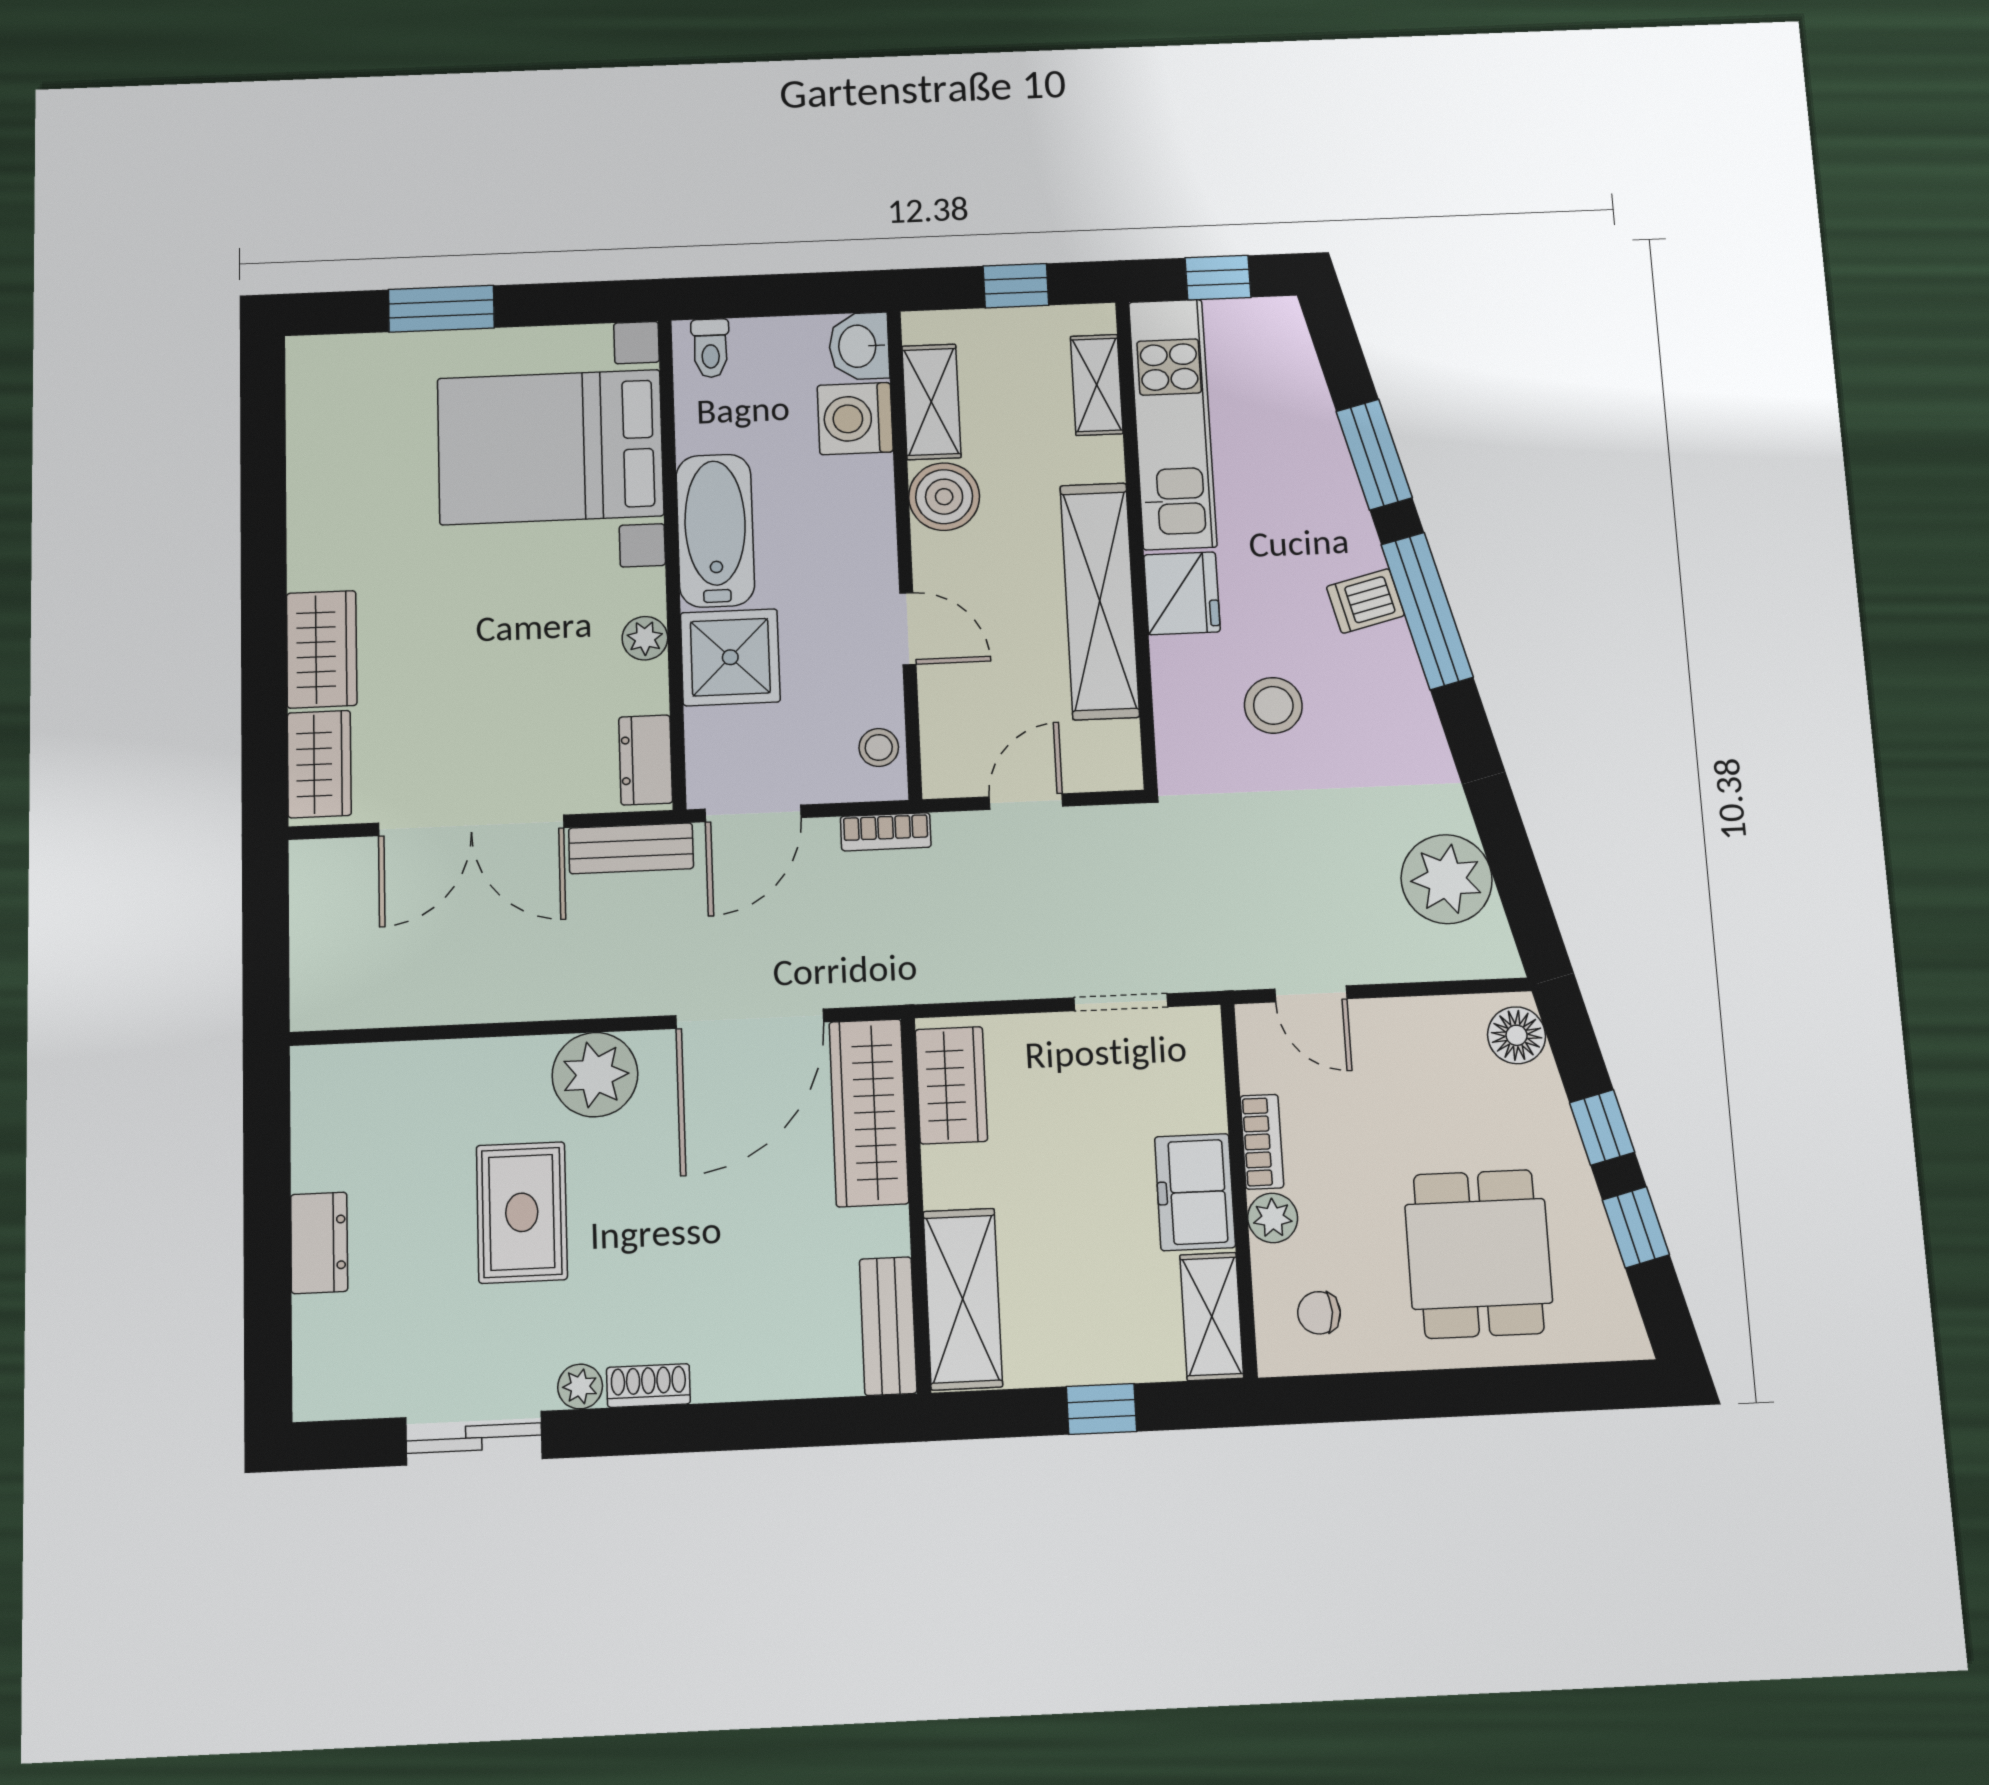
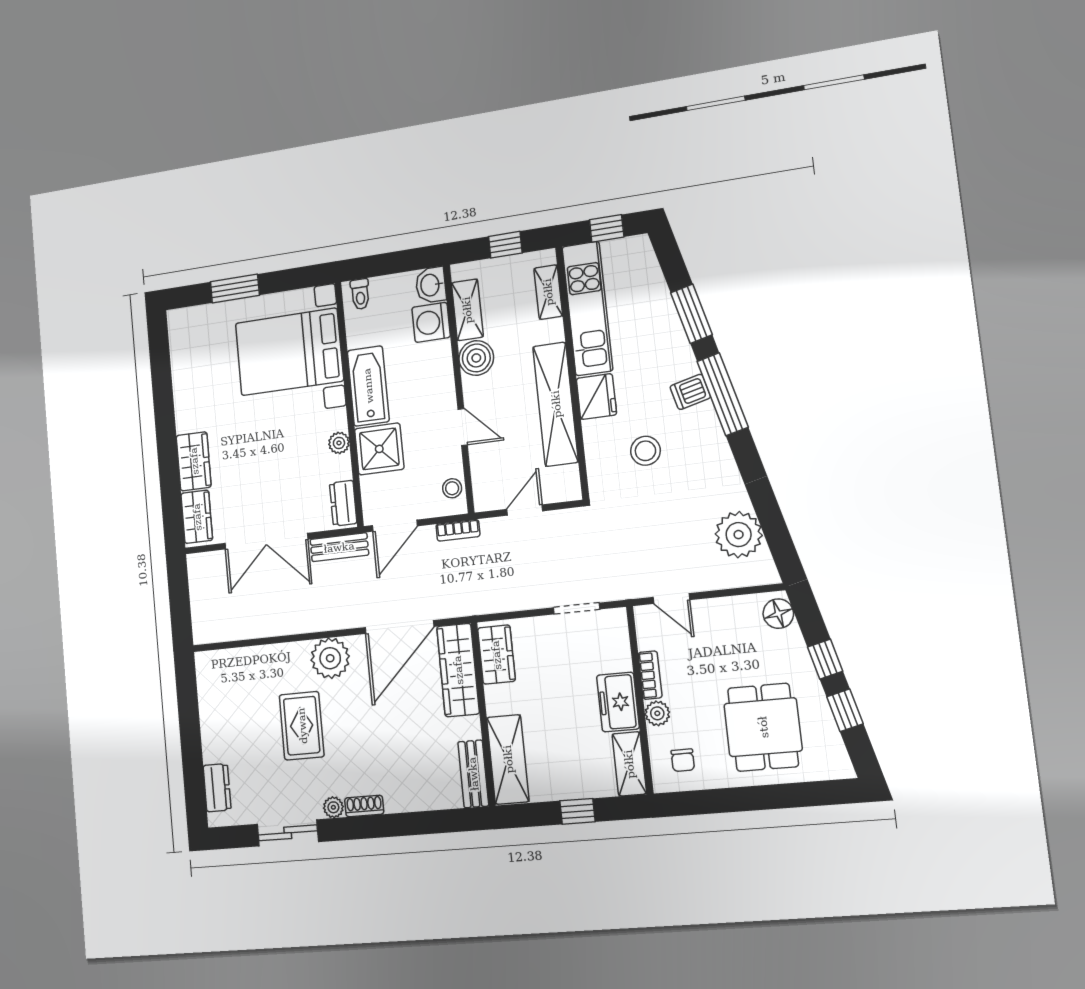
dresser: (319, 1243) -> (217, 788), moved
chair: (1319, 1313) -> (683, 760), turned -90

